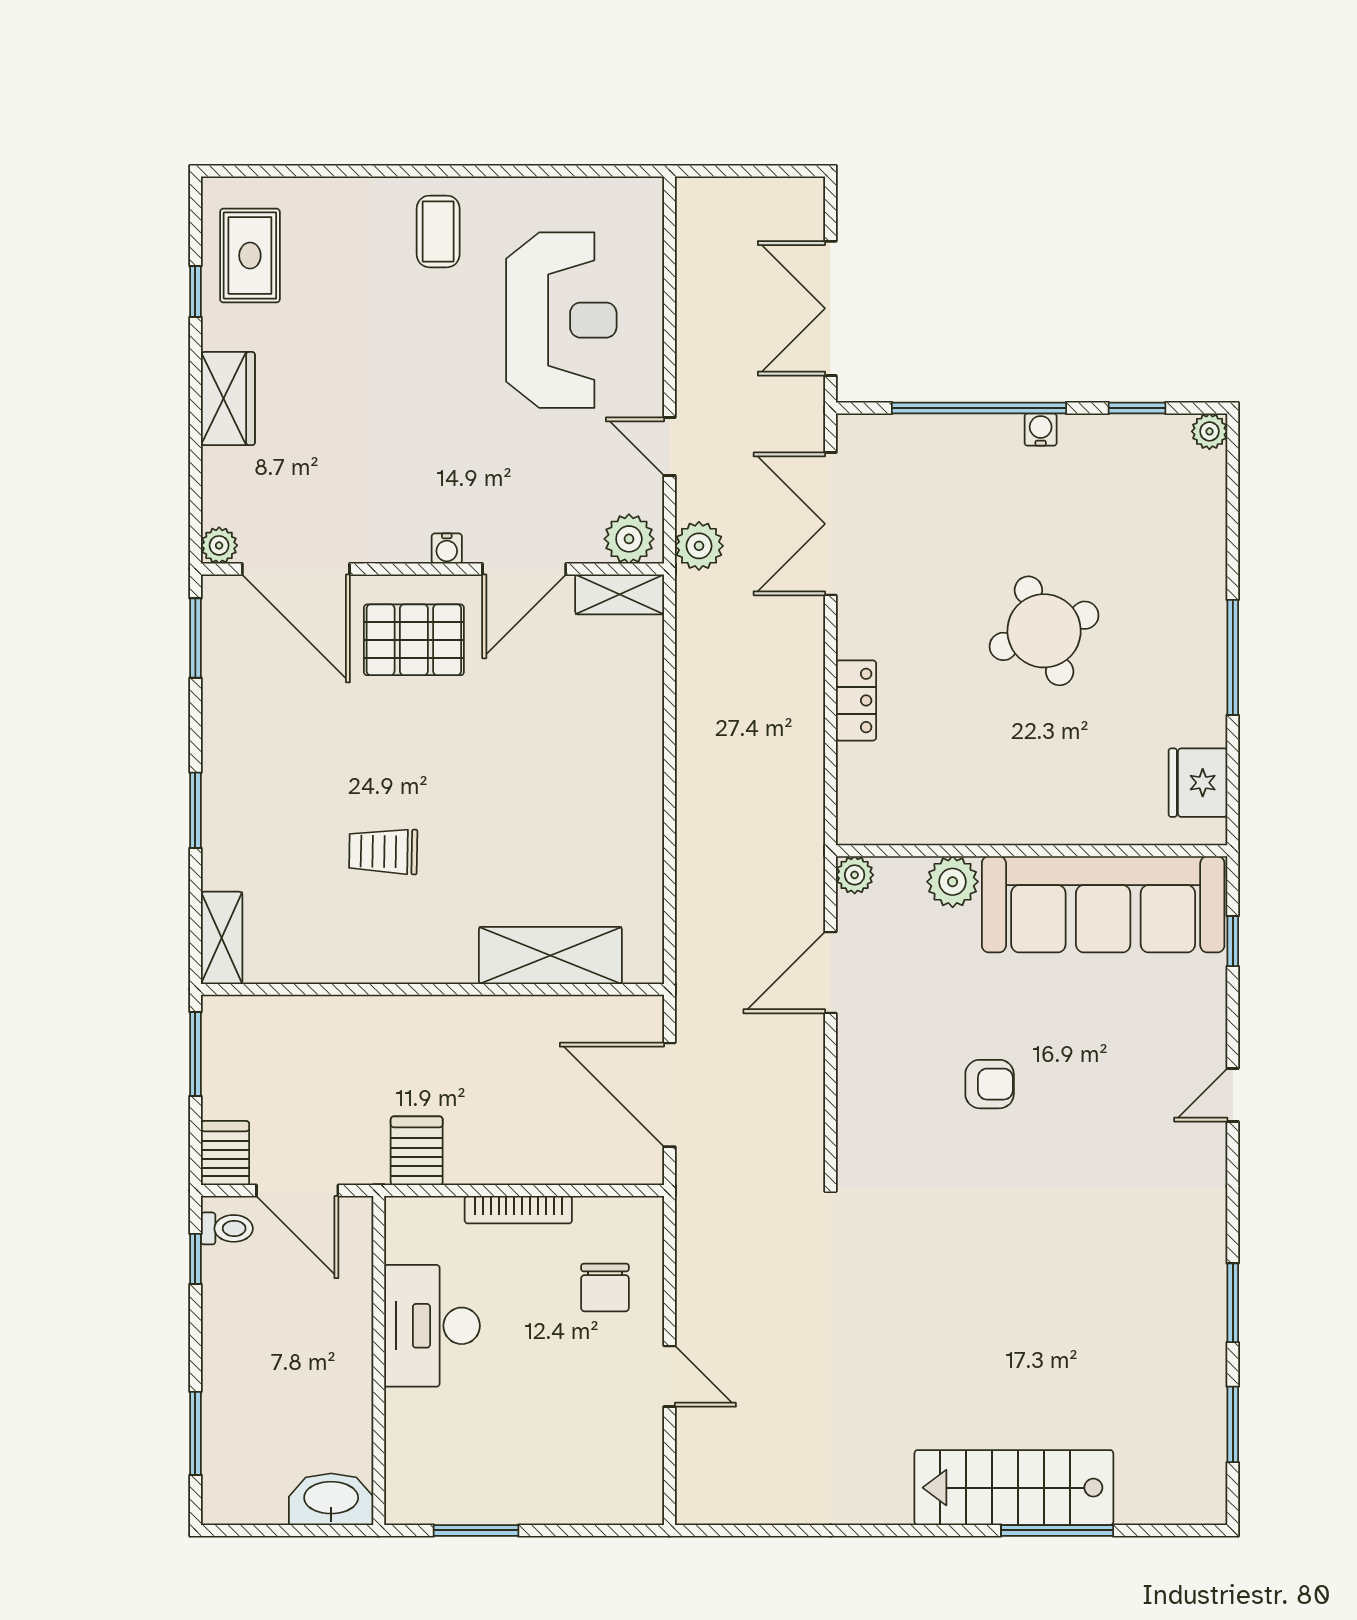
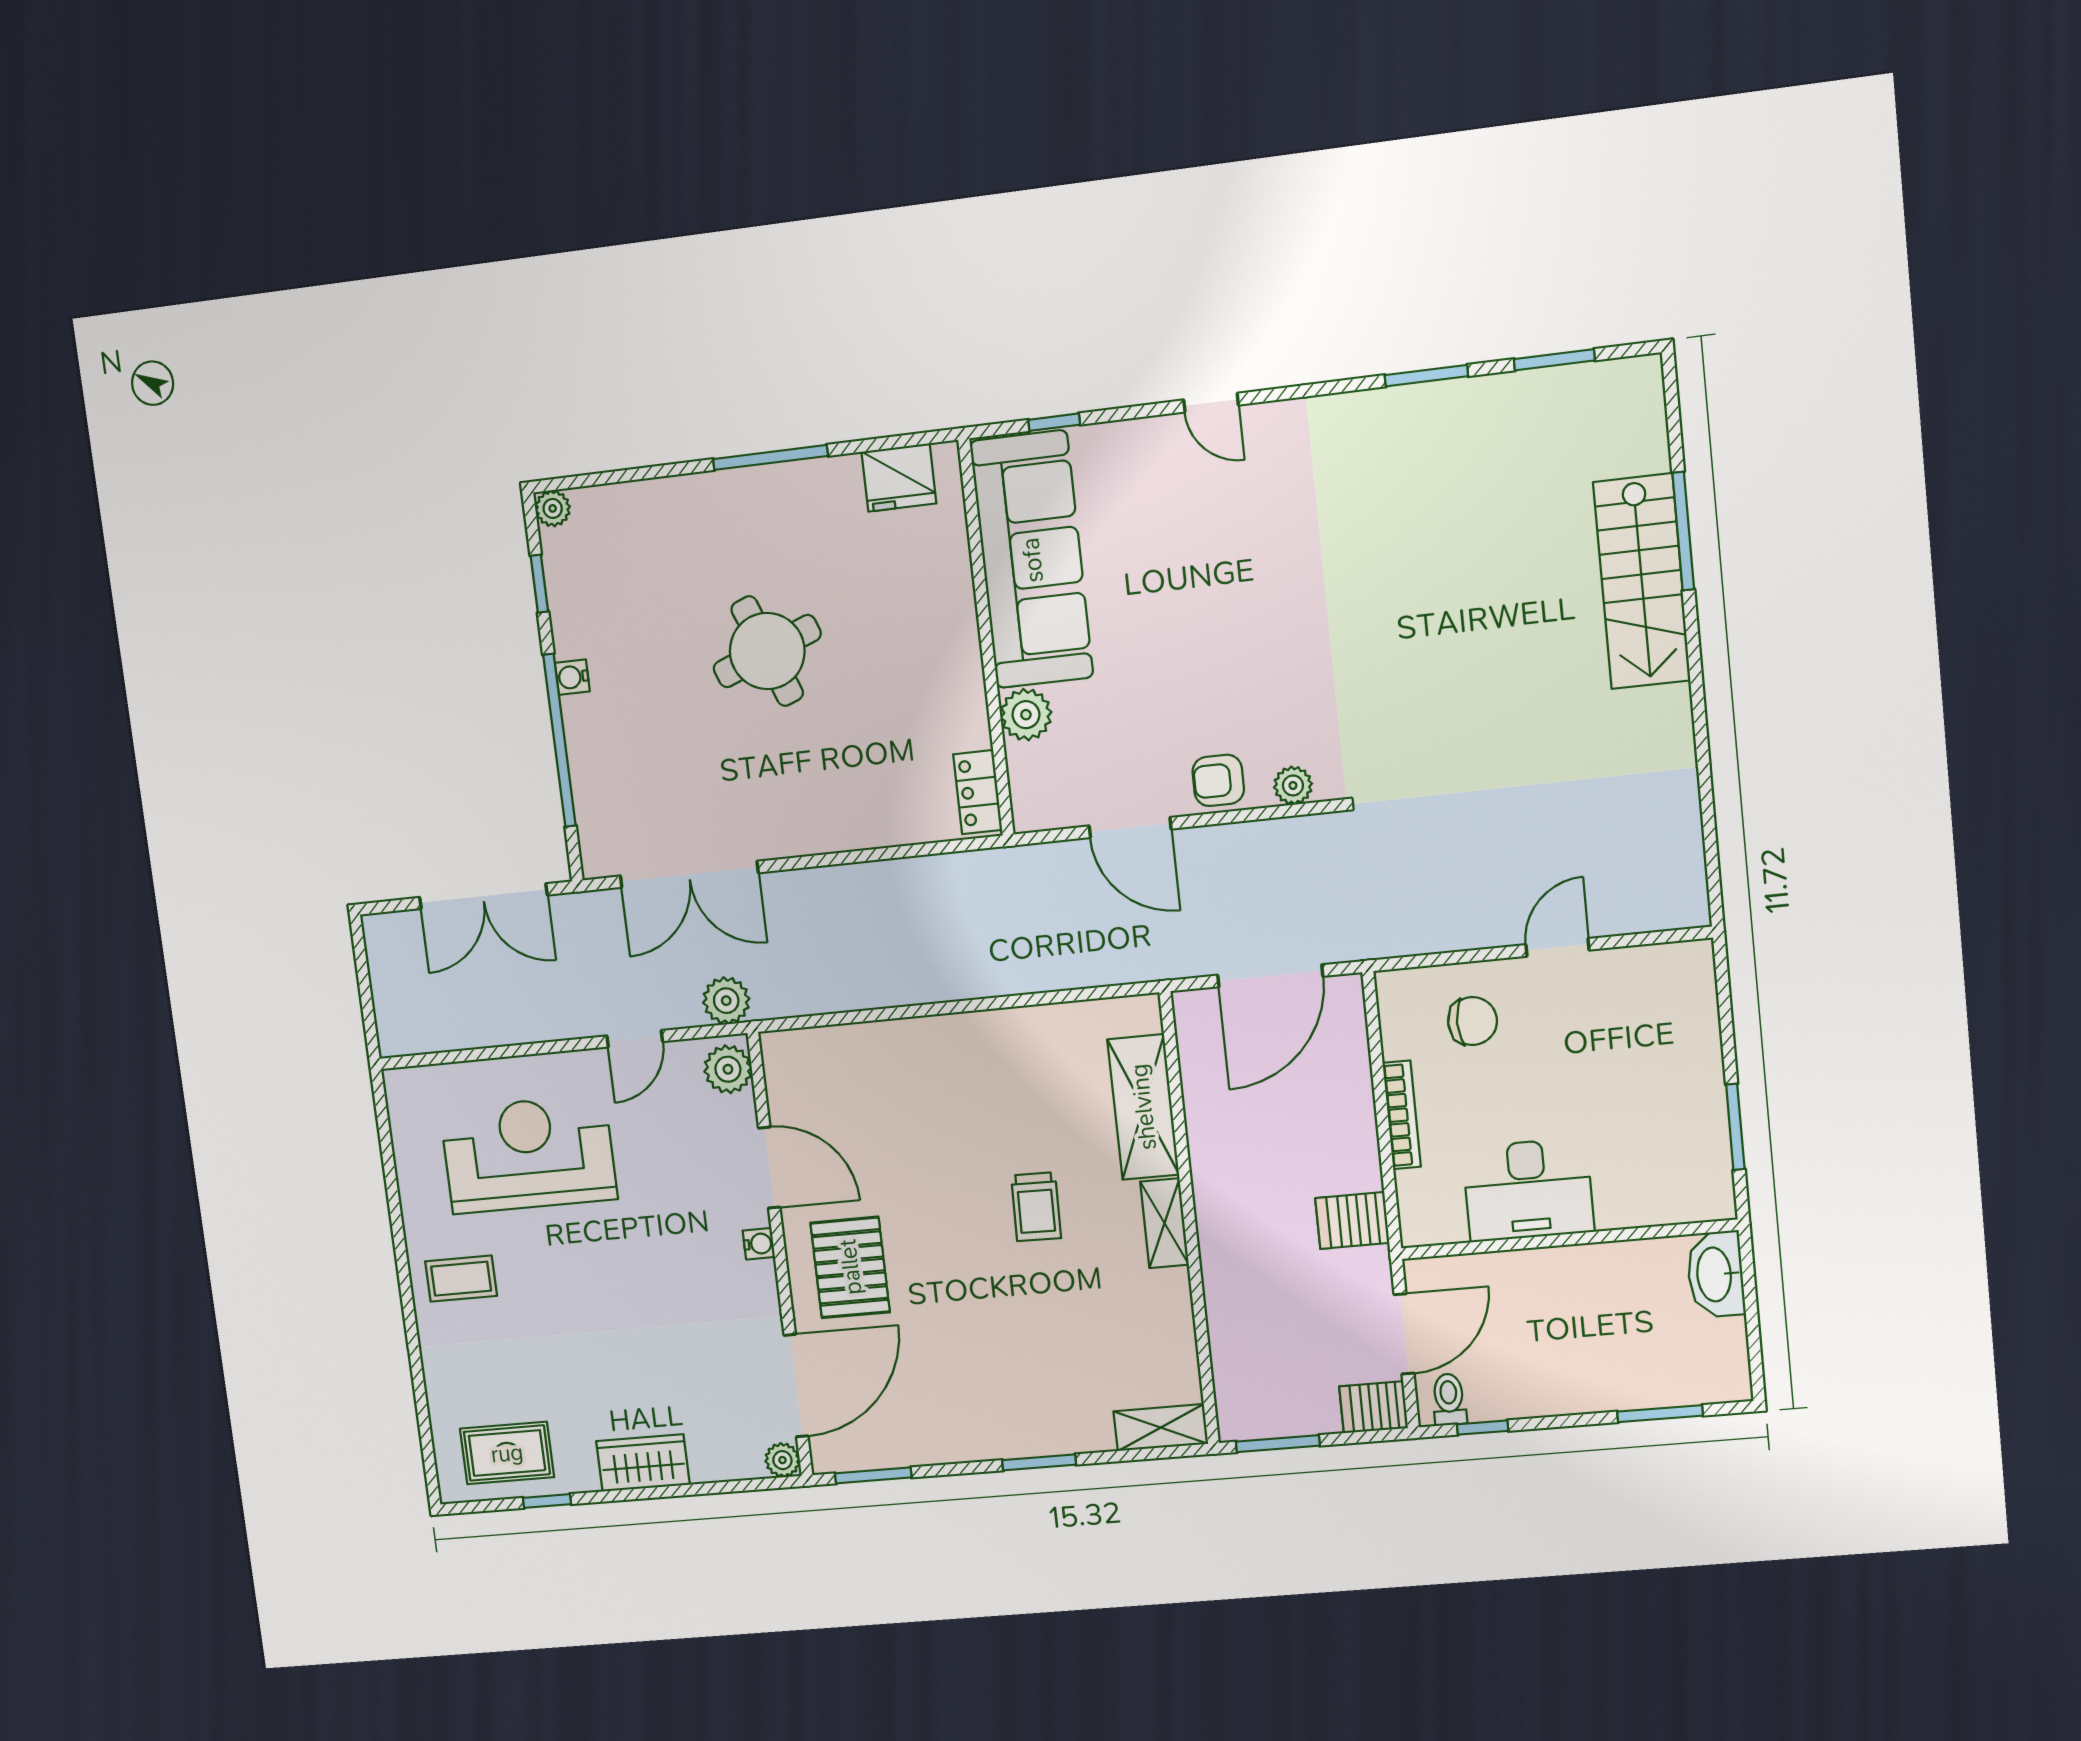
shelving: (620, 594) -> (1165, 1223), moved
locker: (856, 700) -> (978, 792), moved, turned -90
trolley: (383, 852) -> (1036, 1207), moved
plant: (855, 875) -> (1293, 785), moved
armchair: (990, 1084) -> (1218, 780), moved, turned -90

